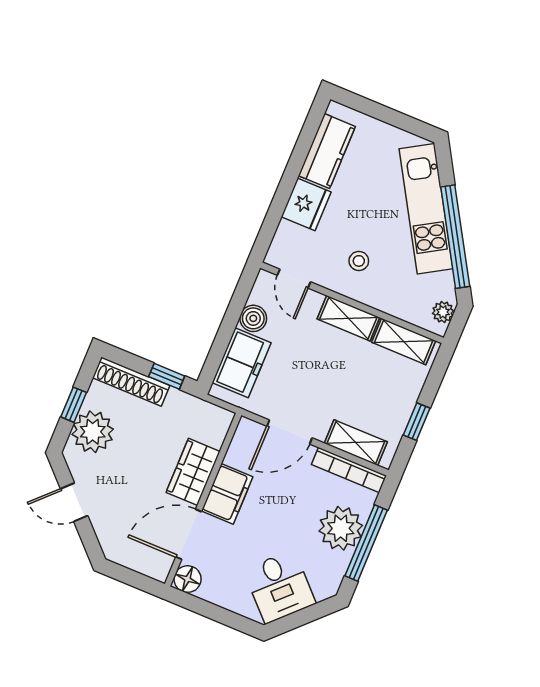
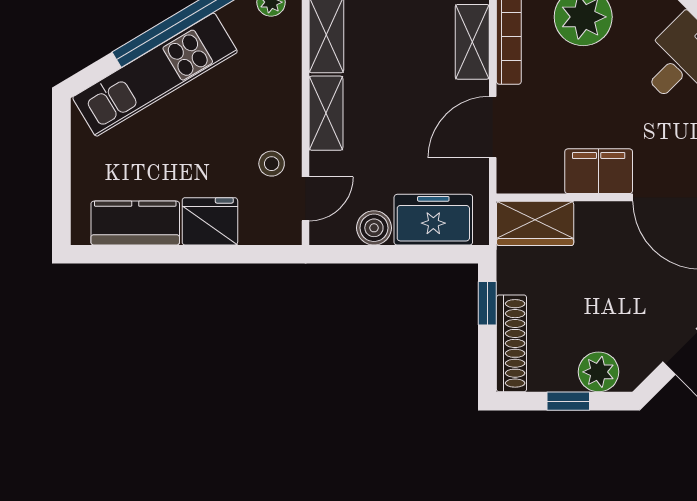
stool: (359, 261) -> (272, 164), moved
plant: (93, 432) -> (599, 372), width x0.73, depth x0.73
door: (290, 432) -> (493, 127), swing flipped
wardrobe: (193, 472) -> (535, 223), moved

